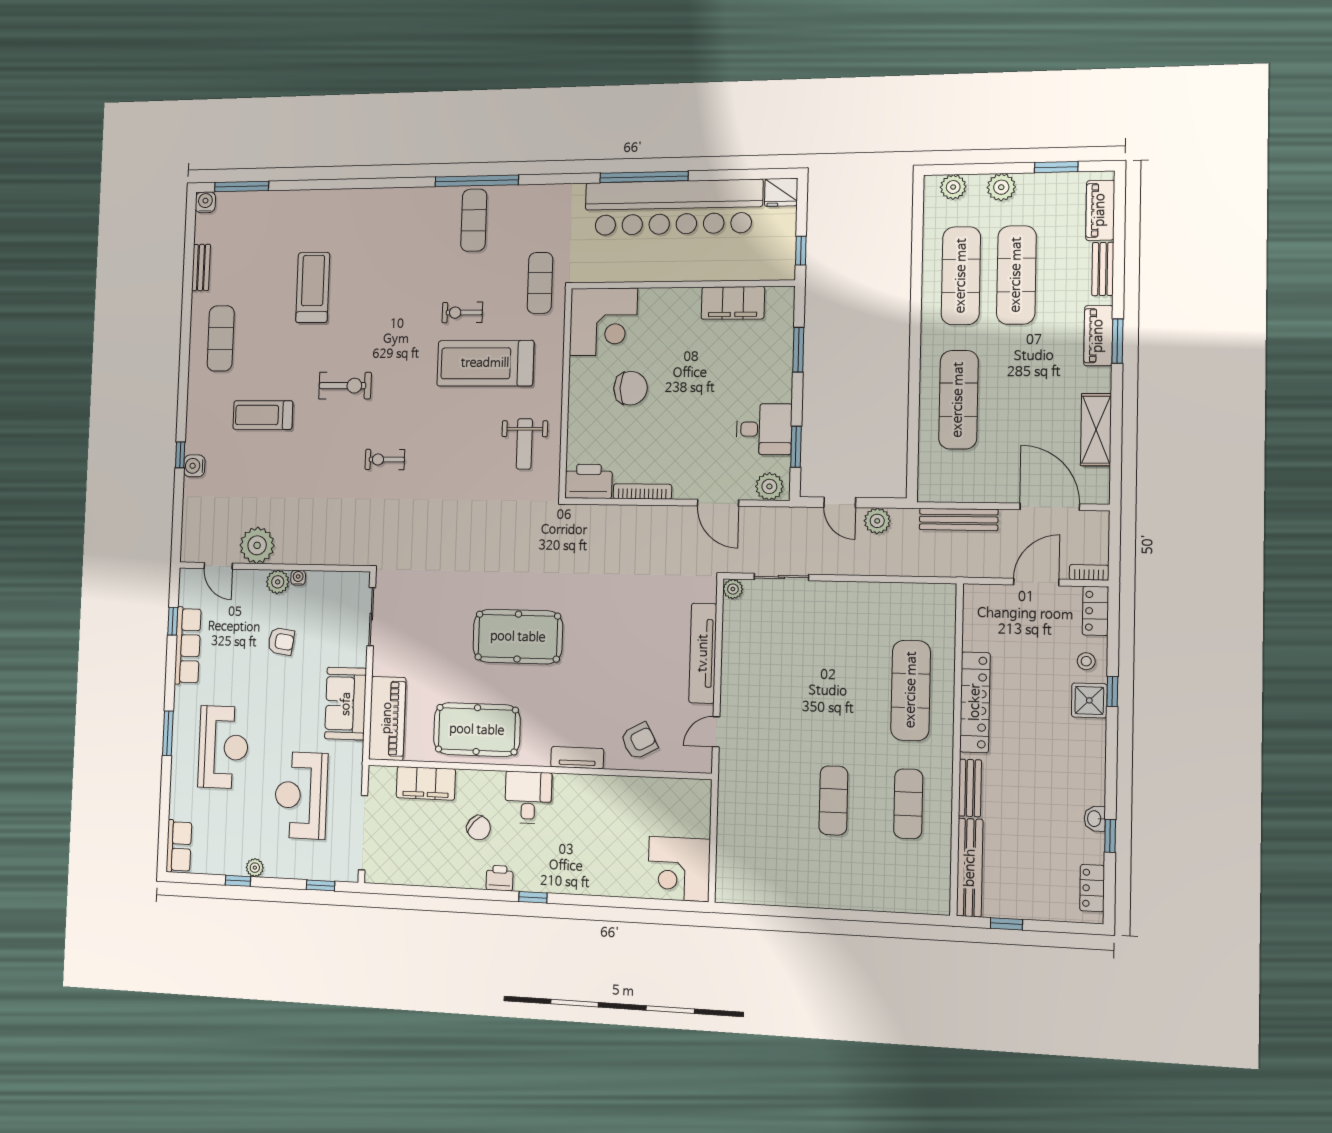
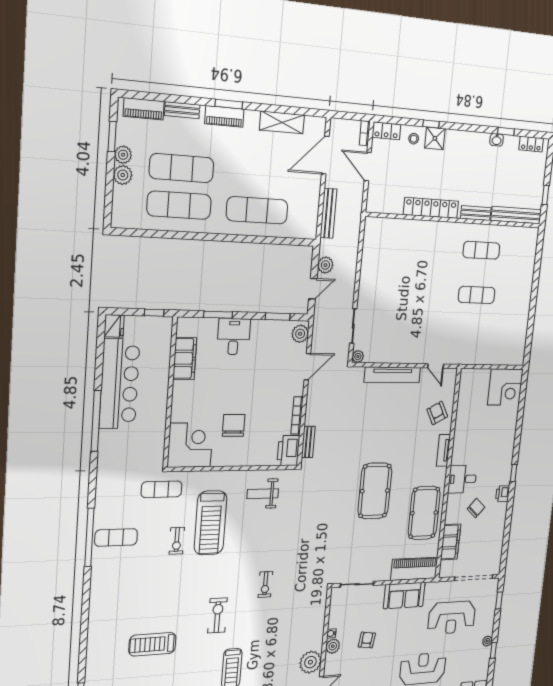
plant: (953, 187) -> (123, 155), moved
bar counter: (673, 207) -> (119, 384), width x0.73
desk: (764, 429) -> (234, 337), moved
weight bench: (524, 444) -> (263, 494), turned 180
bench: (601, 514) -> (308, 442), added
exercise mat: (911, 690) -> (422, 247), removed

